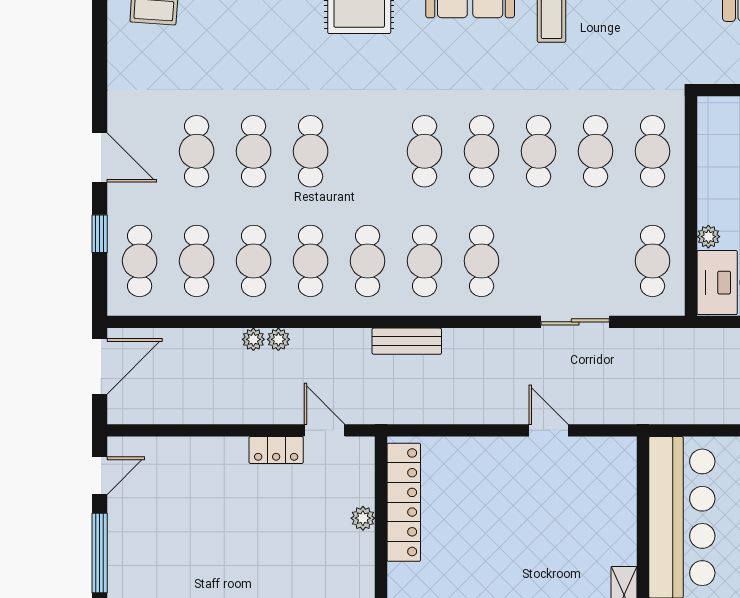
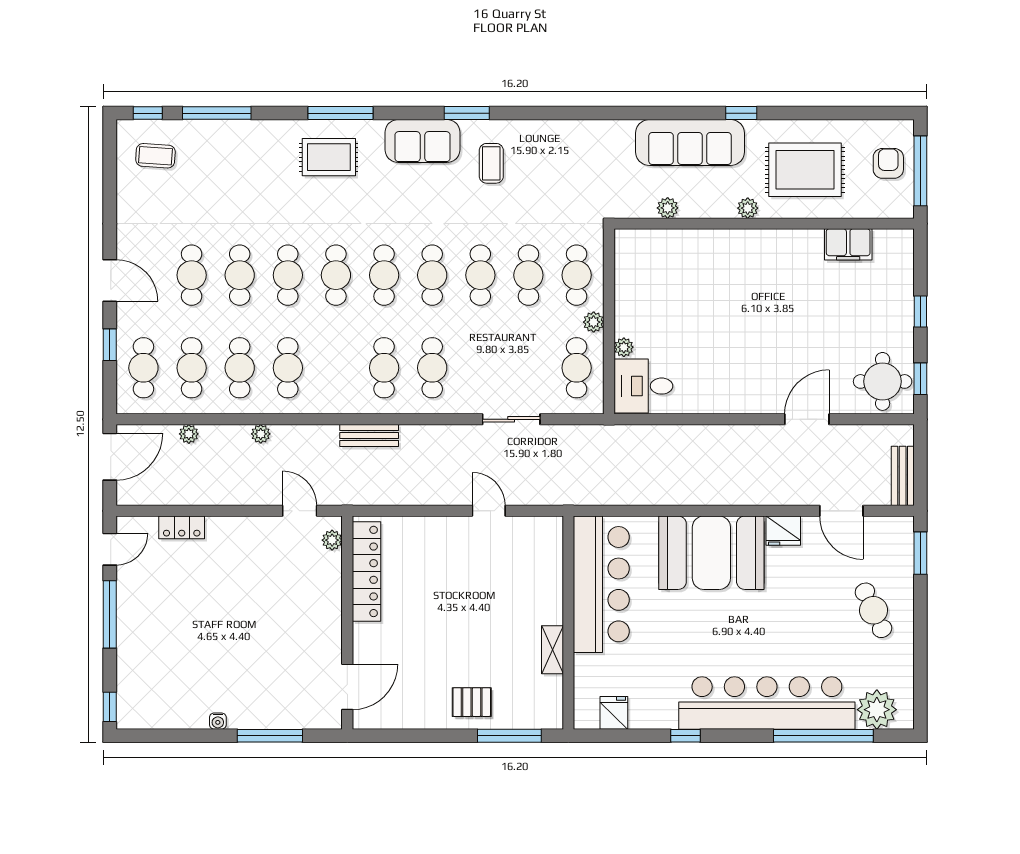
plant: (673, 207) -> (594, 322), added
cafe table: (368, 261) -> (336, 275), moved
plant: (253, 339) -> (189, 434), moved
locker: (276, 450) -> (182, 527), moved
plant: (363, 518) -> (332, 540), moved

